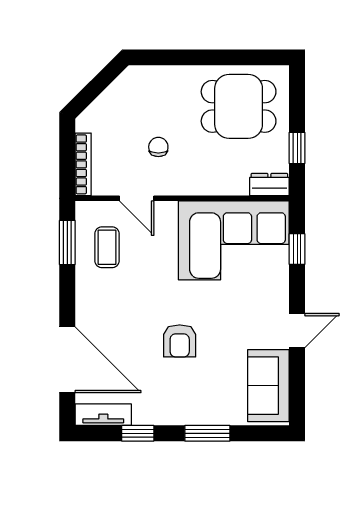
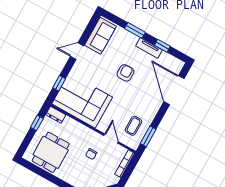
dining table: (239, 106) -> (51, 152), turned 90
tv unit: (103, 415) -> (149, 48), moved

